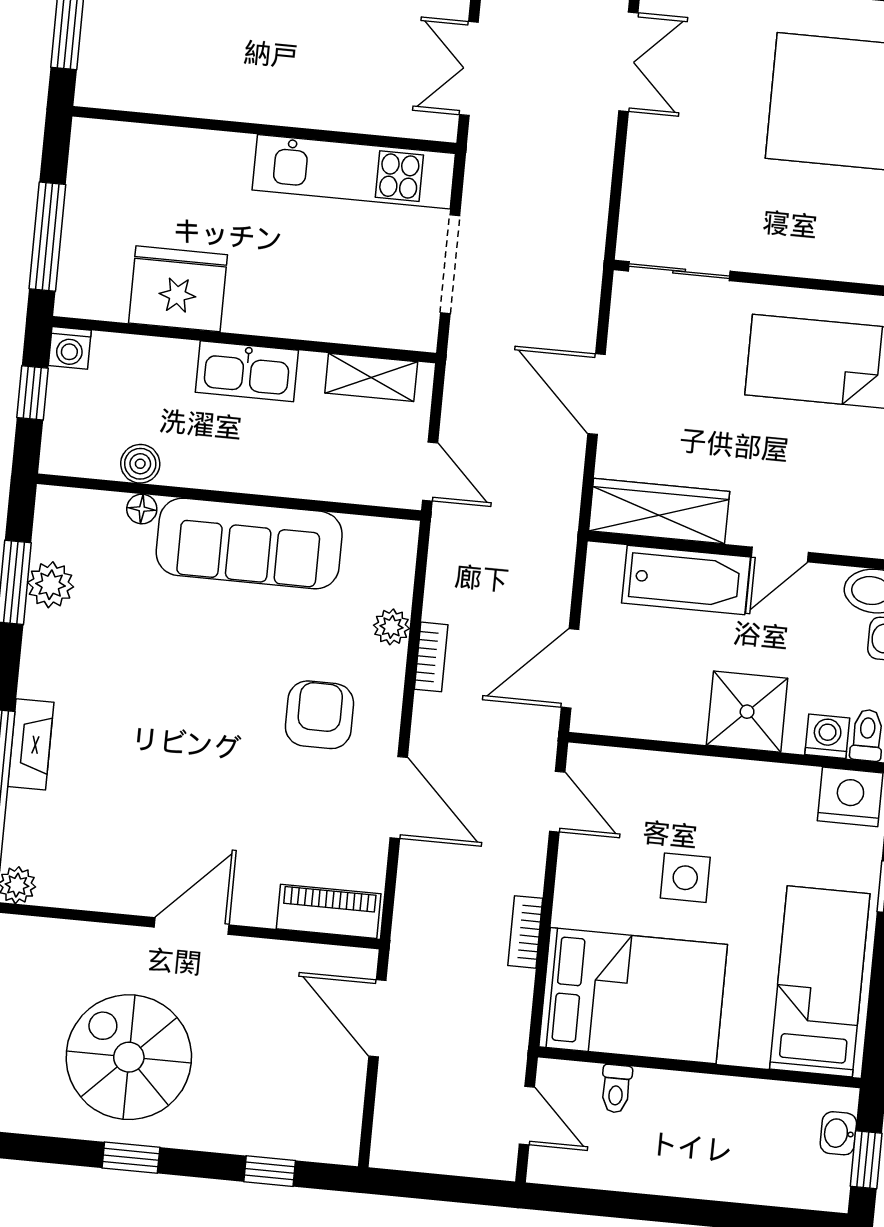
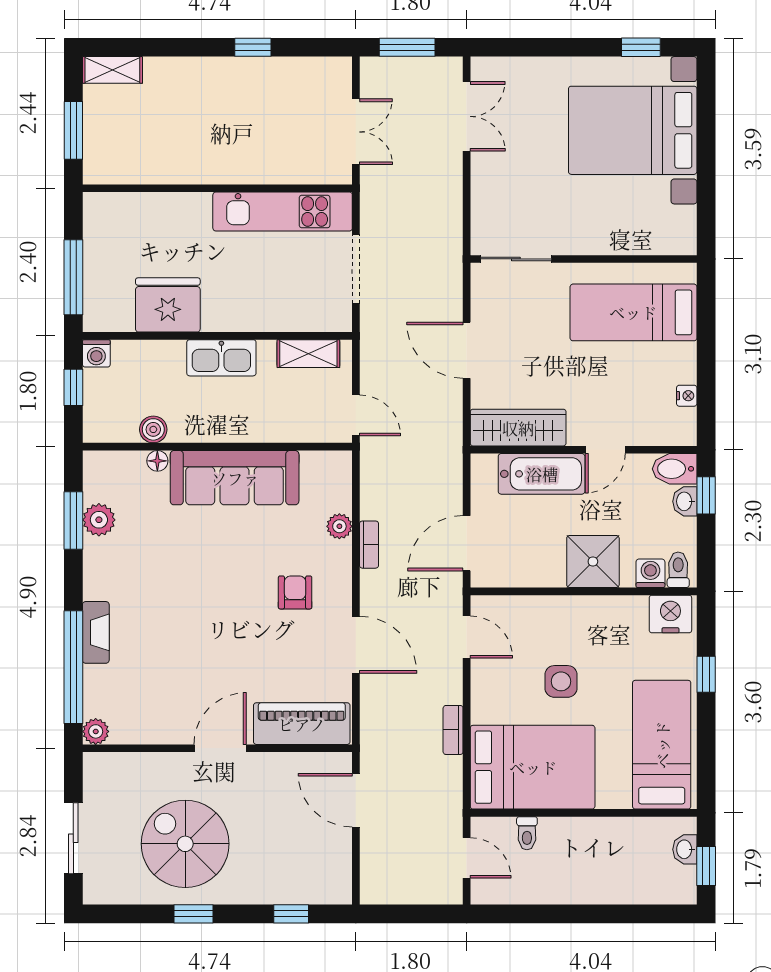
double door: (469, 68) -> (356, 132), swing flipped
armchair: (319, 715) -> (295, 592), width x0.72, depth x0.72
piano: (329, 911) -> (302, 724), width x1.37, depth x1.33

